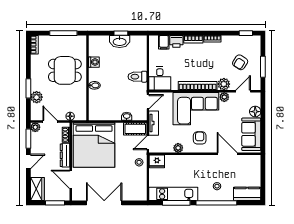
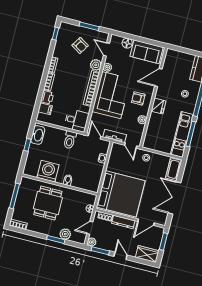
washbasin: (120, 41) -> (38, 135), moved
washing machine: (94, 62) -> (48, 171), width x1.89, depth x1.89
cot: (135, 129) -> (174, 169), moved
fridge: (157, 161) -> (158, 106), moved

